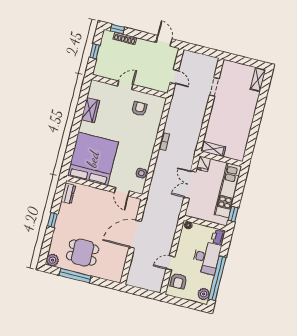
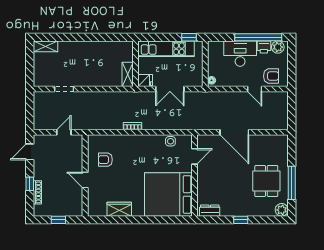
window: (117, 29) -> (30, 184), moved
printer: (218, 237) -> (264, 47), moved

